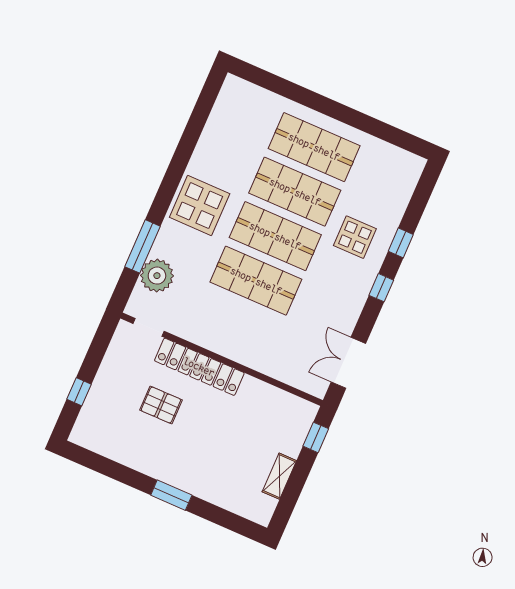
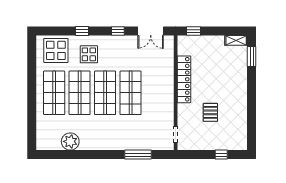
display table: (200, 206) -> (56, 50), moved
plant: (157, 276) -> (70, 141), moved
window: (381, 288) -> (118, 31), moved
locker: (199, 367) -> (184, 79), moved
shelving: (279, 476) -> (236, 40), moved
window: (171, 495) -> (252, 56), moved

